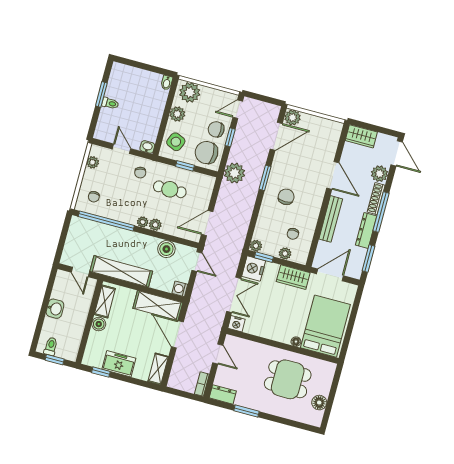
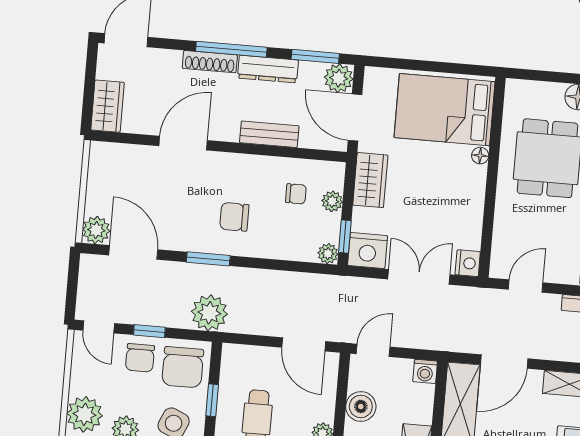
plant: (380, 174) -> (339, 78), moved
bench: (331, 219) -> (269, 134), width x0.73

